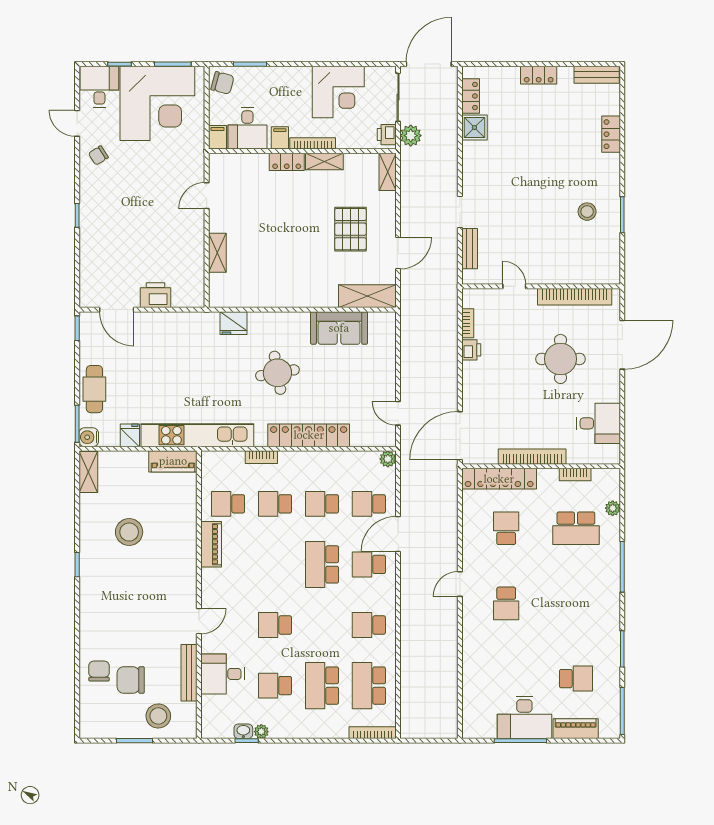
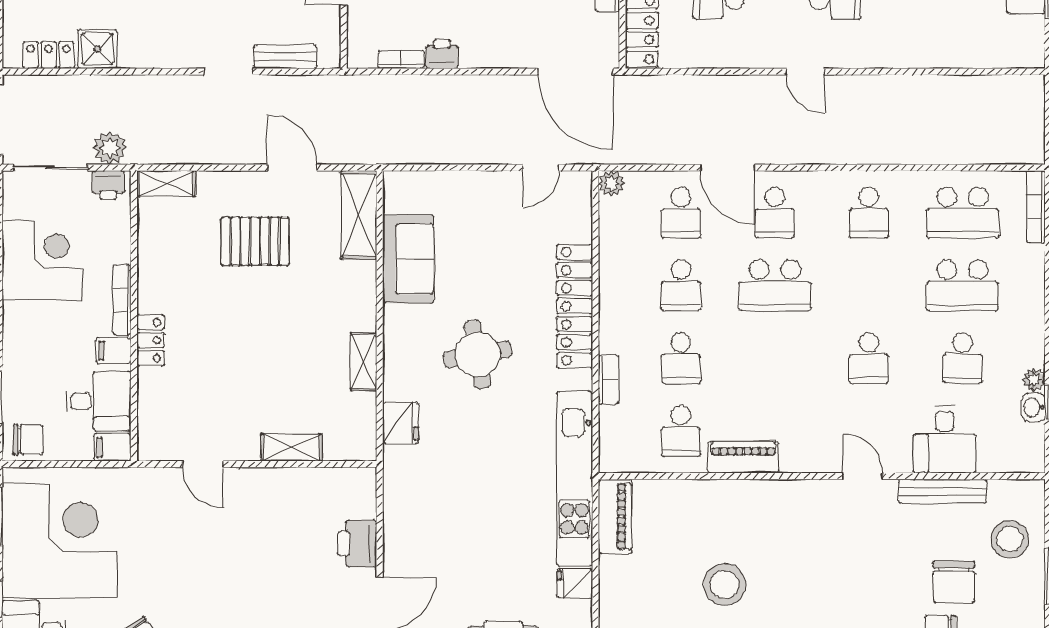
chair: (222, 83) -> (28, 440), turned 75
shelving: (324, 161) -> (364, 362), moved

